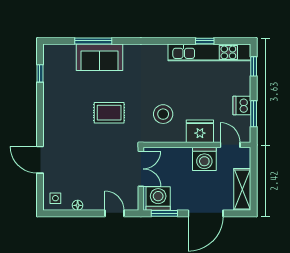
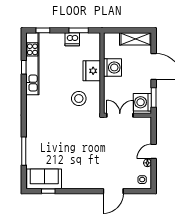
sofa: (99, 57) -> (44, 179), moved, turned -90
rug: (109, 113) -> (78, 139), removed
door: (230, 145) -> (102, 48), removed
door: (115, 213) -> (154, 151), moved

